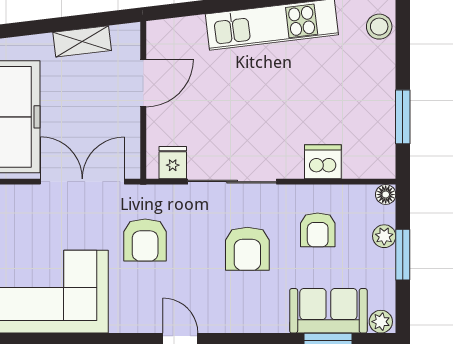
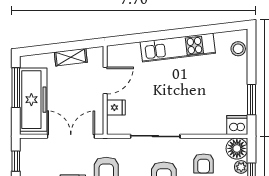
dishwasher: (323, 162) -> (237, 125), moved
fridge: (173, 163) -> (116, 108), moved, turned 90
floor lamp: (386, 195) -> (237, 148), width x1.89, depth x1.89

